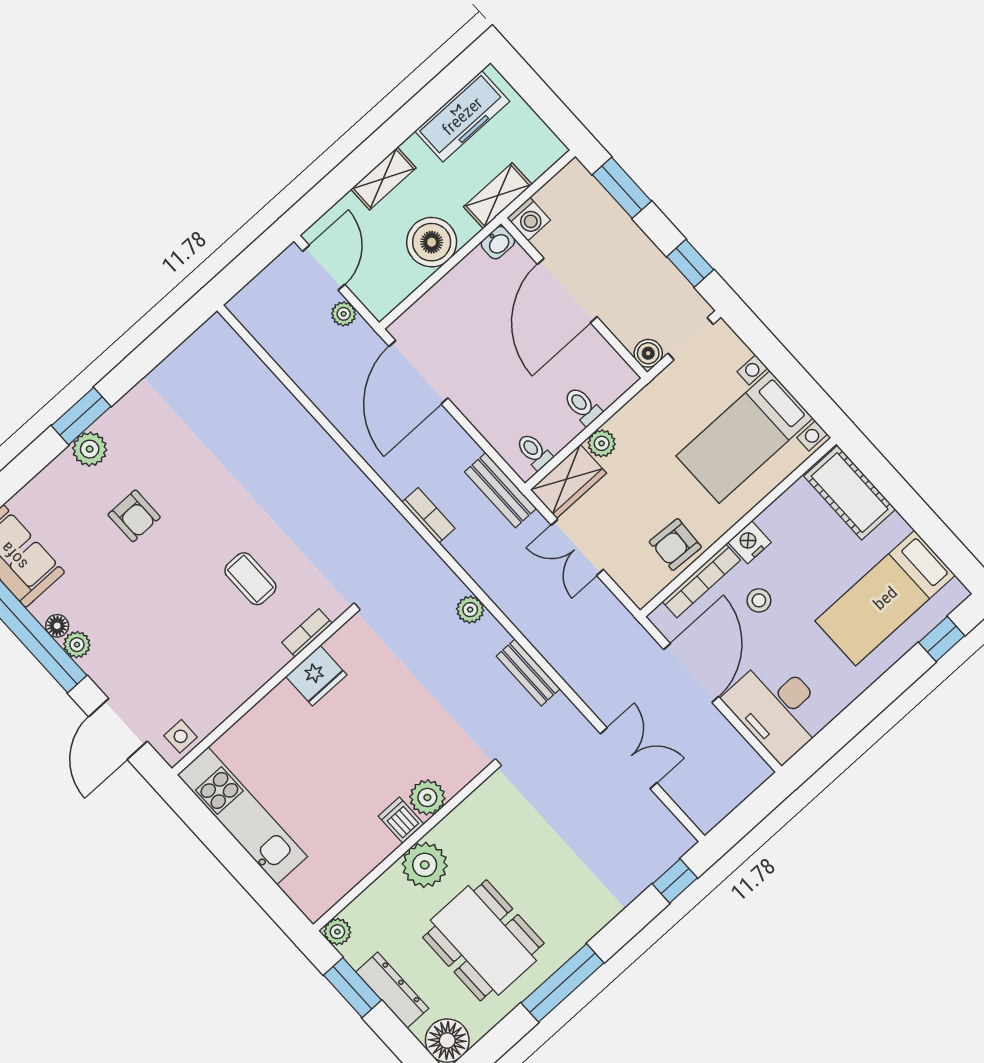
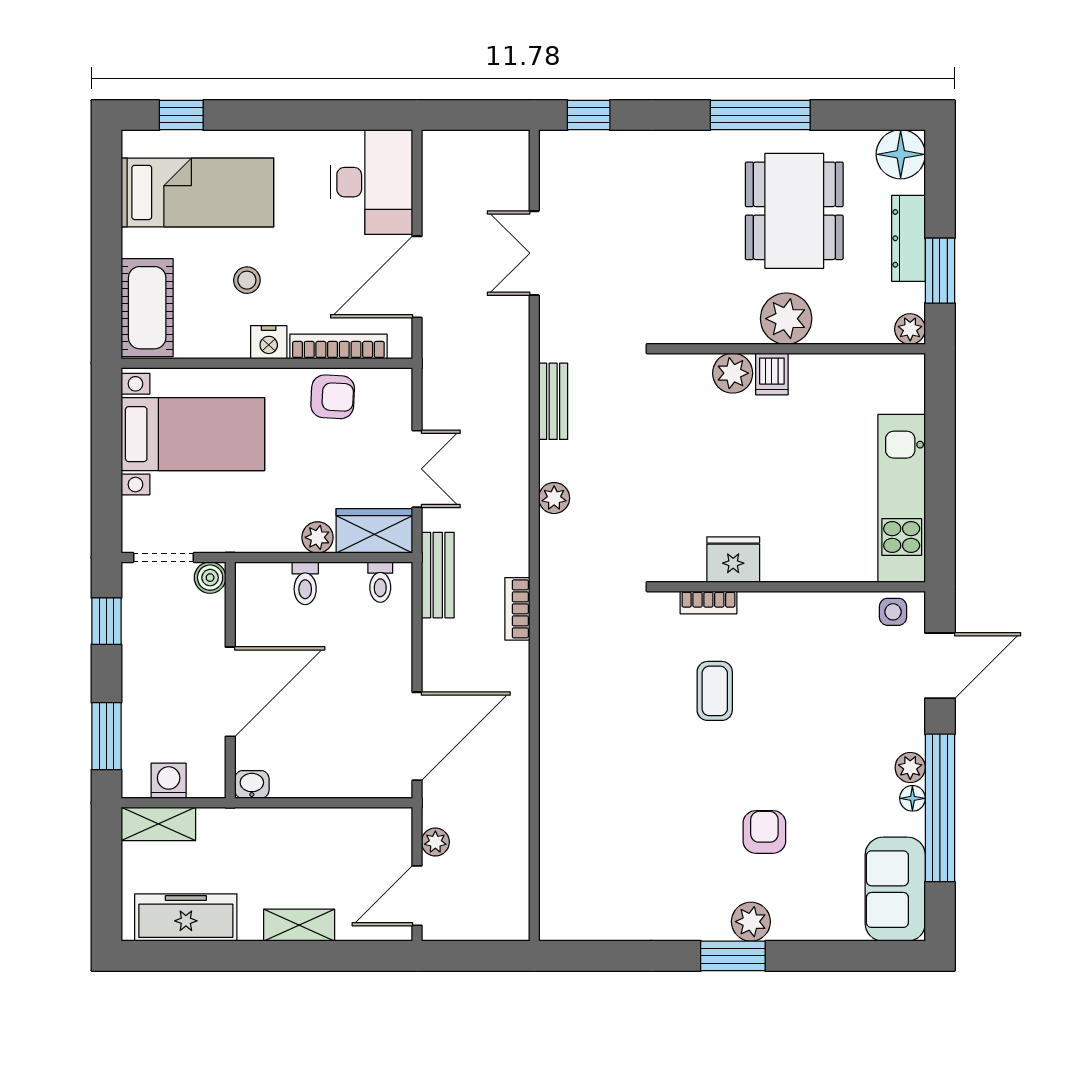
shelving: (498, 196) -> (158, 824), moved
washing machine: (529, 219) -> (169, 781), moved
boiler: (432, 242) -> (307, 835), removed
stool: (759, 600) -> (247, 280), moved

